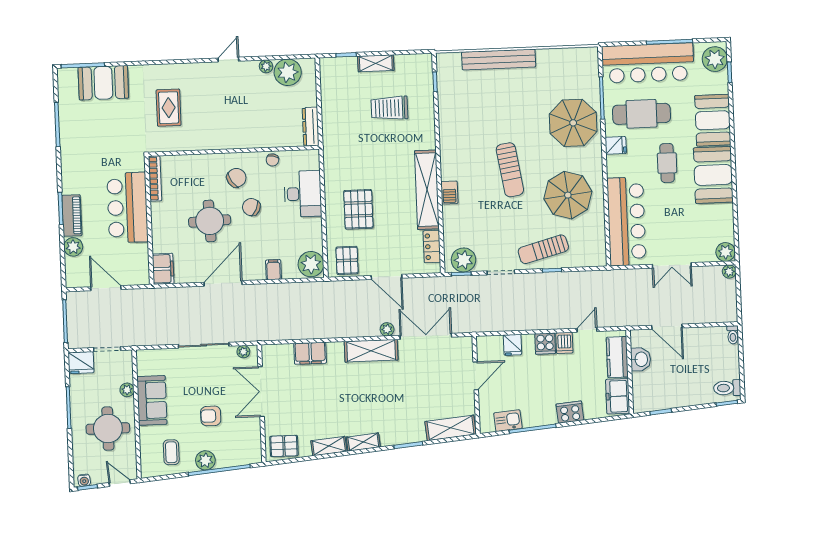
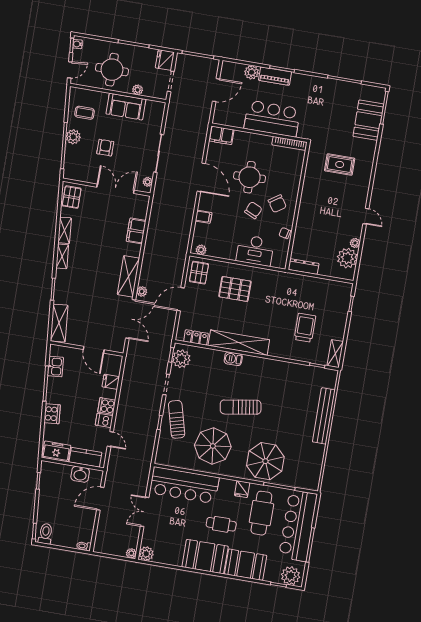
shelving: (376, 63) -> (335, 354), moved
pallet: (347, 260) -> (199, 273), turned 90
plant: (311, 264) -> (201, 250), width x0.53, depth x0.53

